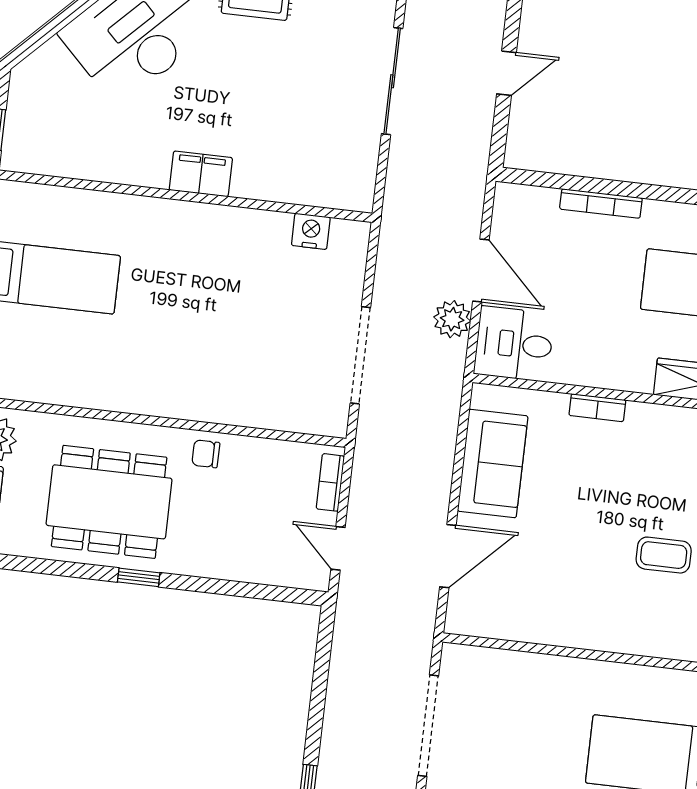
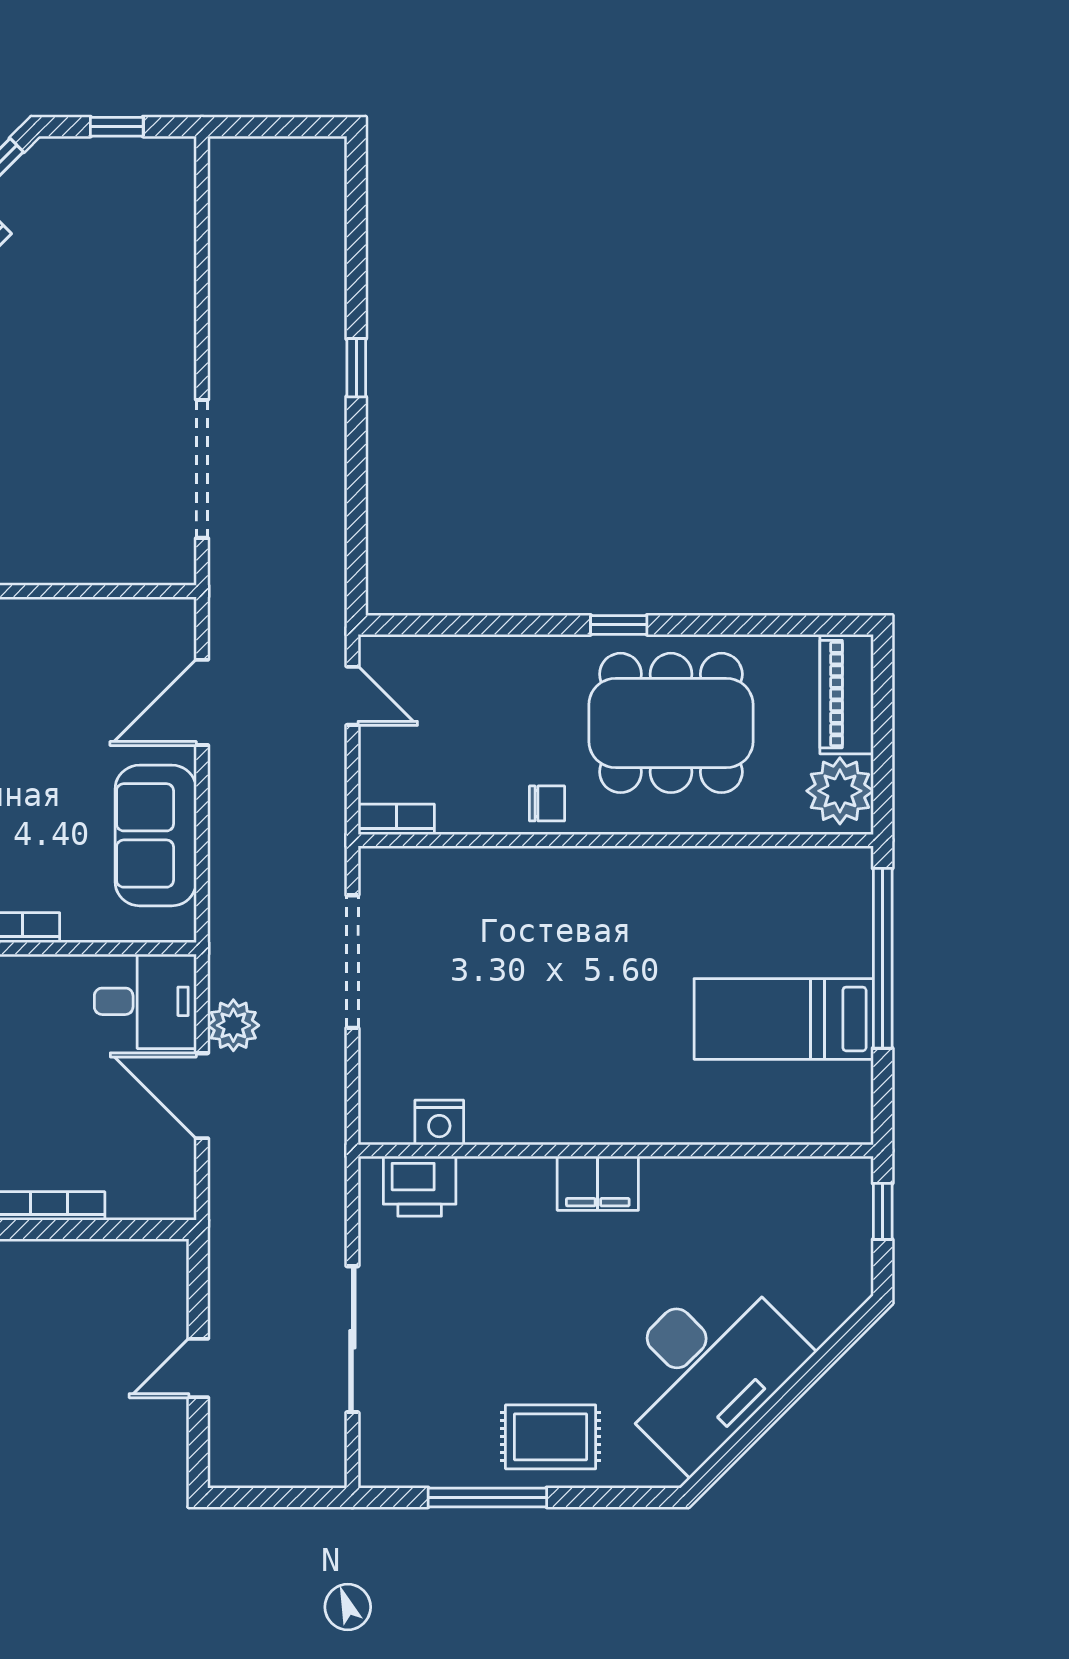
printer: (330, 187) -> (420, 1186), added
bookcase: (330, 482) -> (396, 819), moved, turned -90

